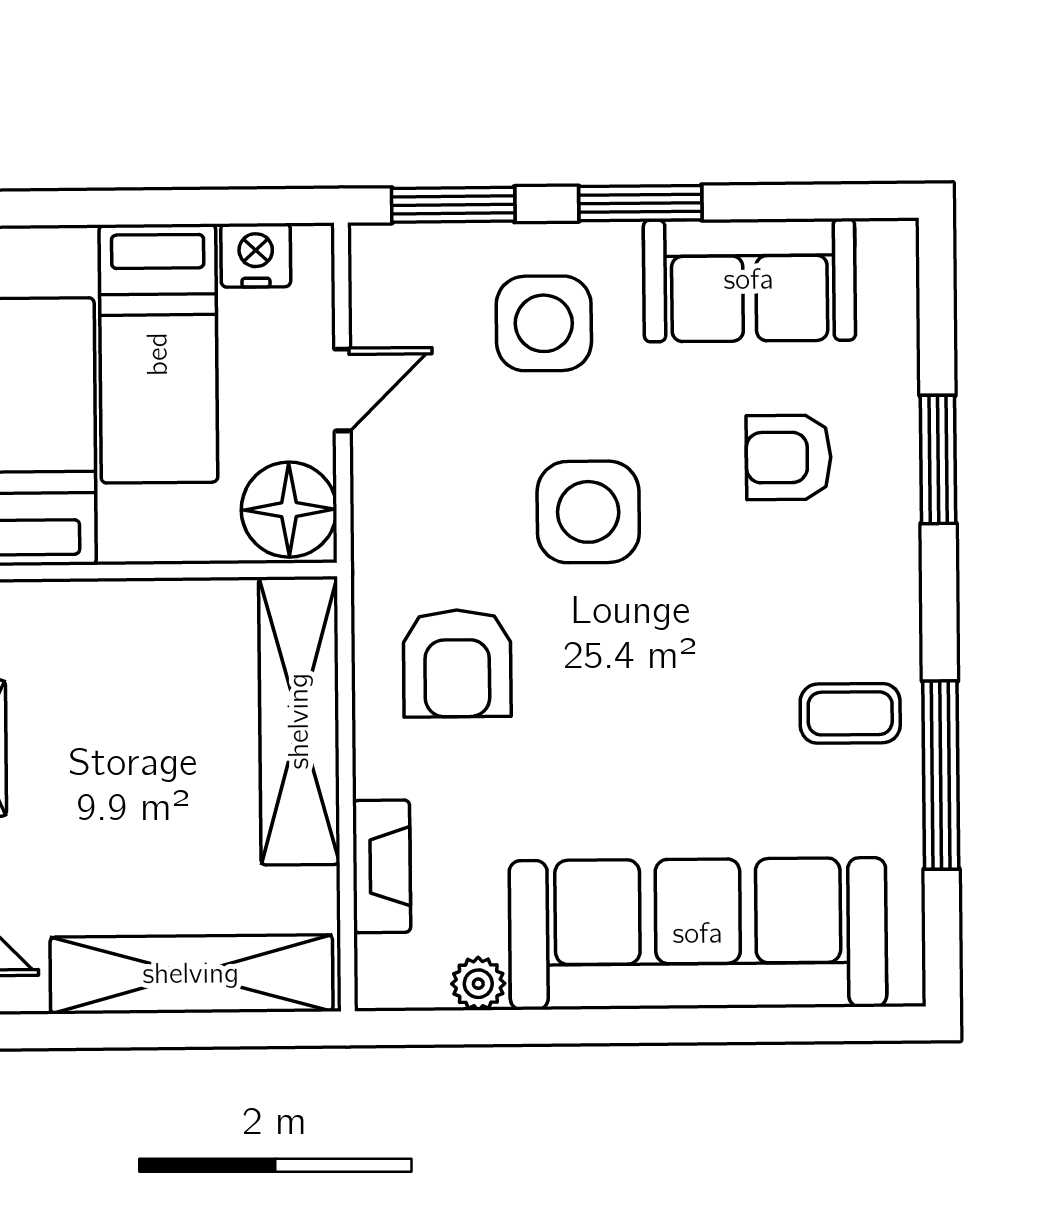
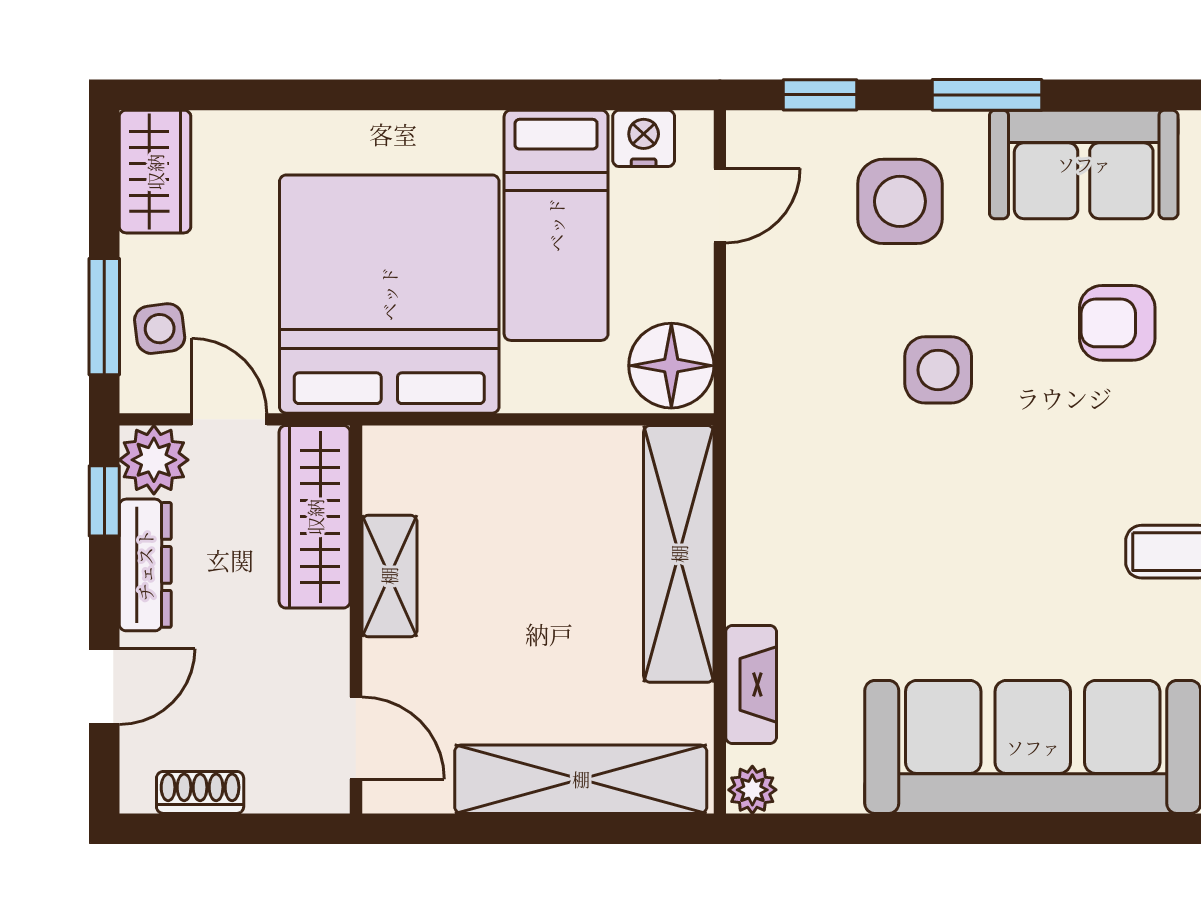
window: (453, 205) -> (820, 95), width x0.67
door: (342, 390) -> (720, 206), moved
side table: (588, 512) -> (938, 370), width x0.73, depth x0.73
armchair: (457, 663) -> (820, 504), removed
plant: (478, 984) -> (752, 790), moved

